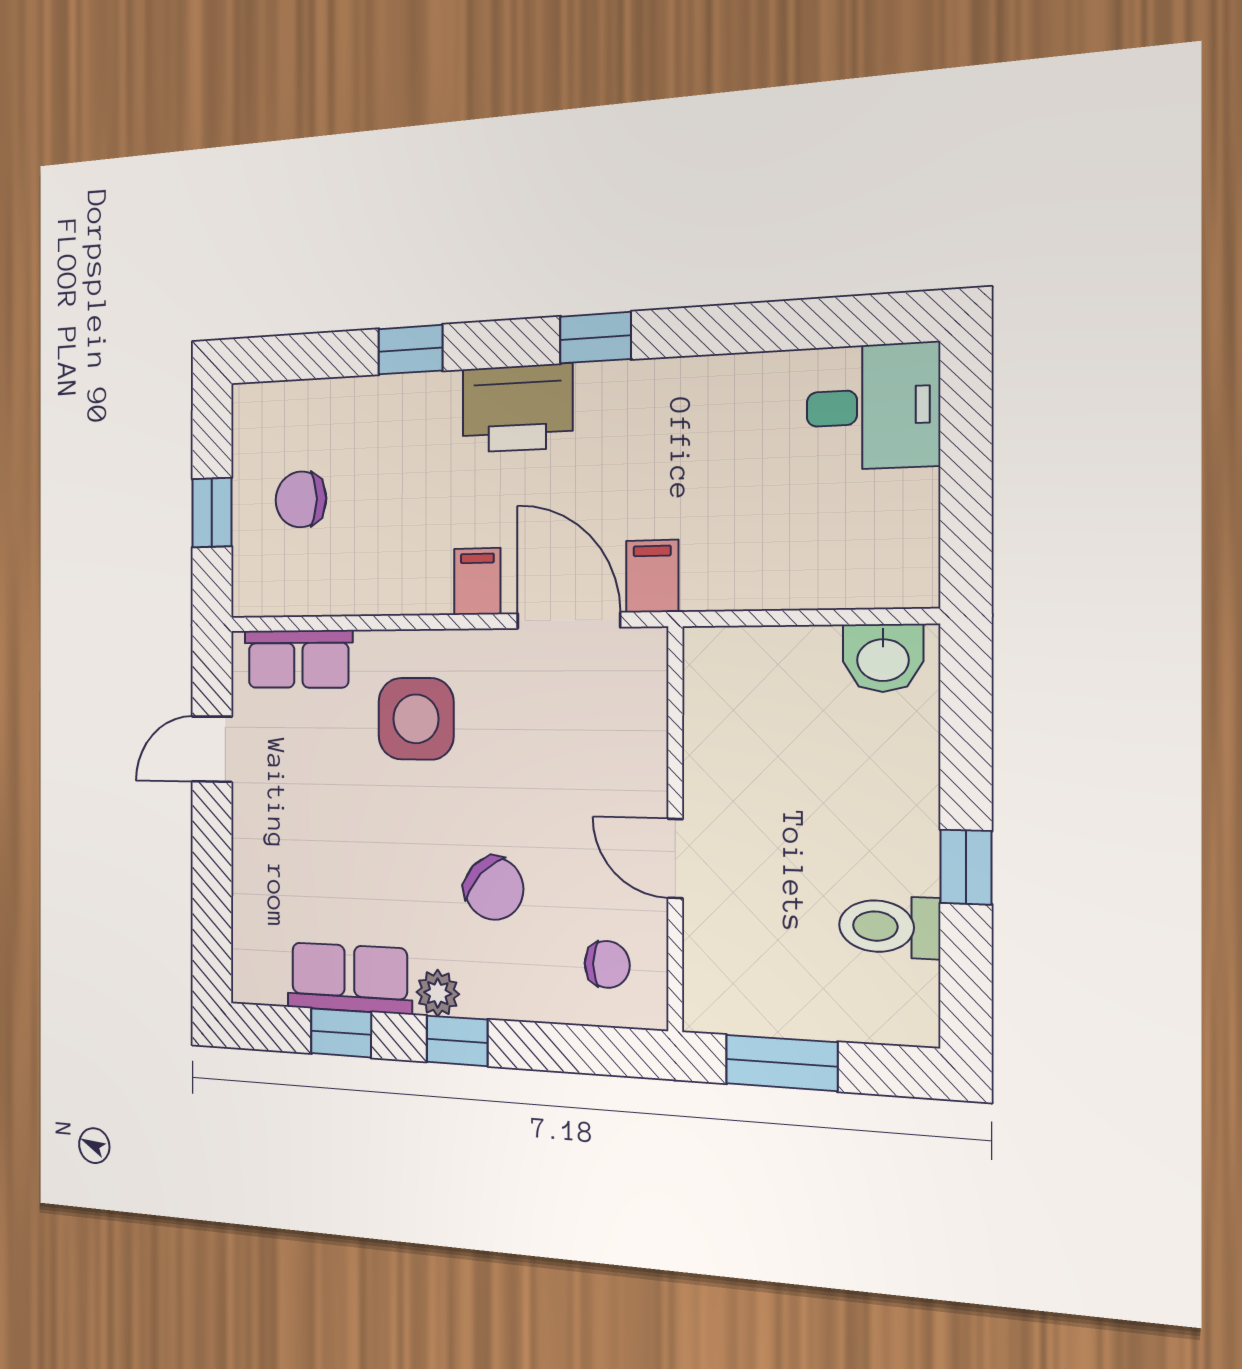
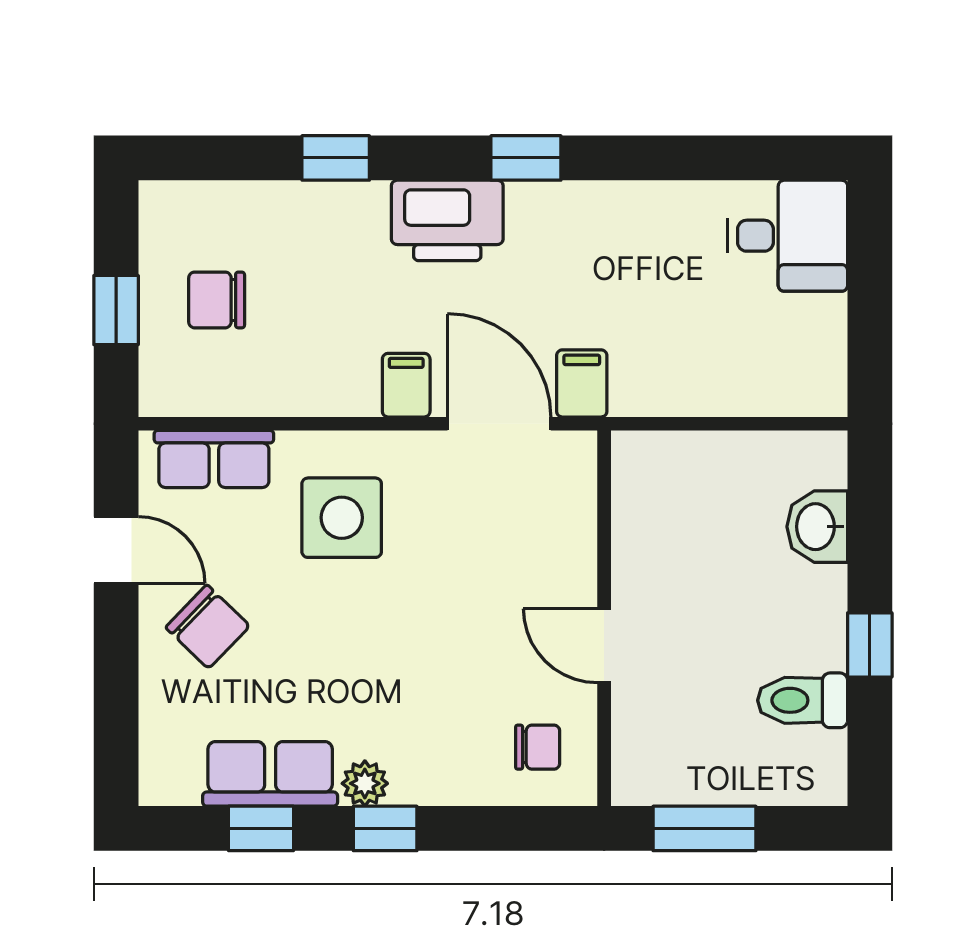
washbasin: (883, 658) -> (817, 527), moved, turned 90
door: (212, 749) -> (116, 550), swing flipped
chair: (494, 888) -> (208, 627), moved

